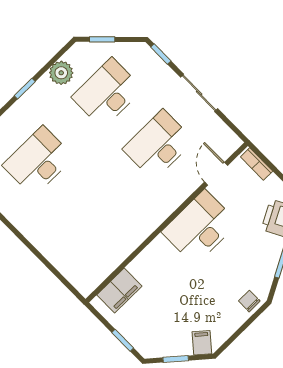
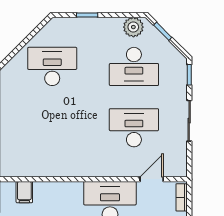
plant: (61, 73) -> (133, 27), moved
desk: (107, 93) -> (134, 66), turned 180
filing cabinet: (119, 291) -> (24, 192), width x0.50

